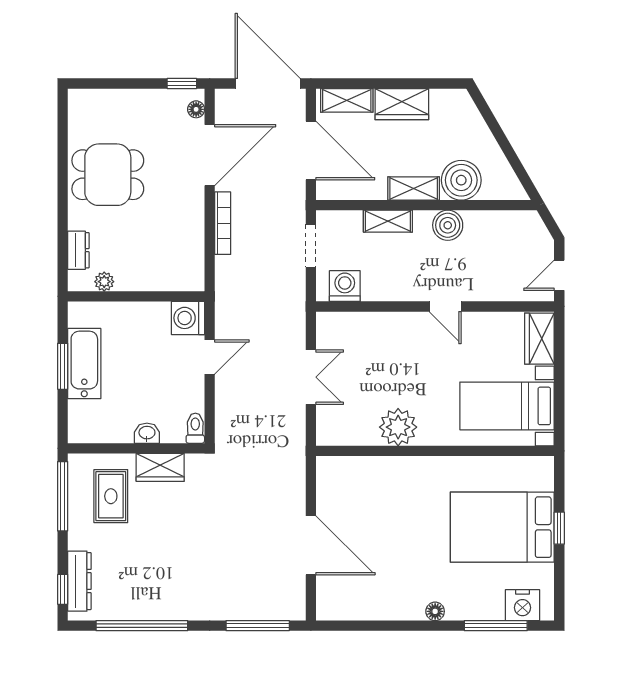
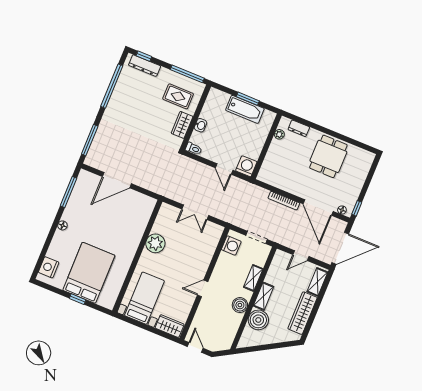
wardrobe: (402, 104) -> (303, 313), width x1.50
door: (311, 150) -> (301, 256), width x0.53
window: (496, 626) -> (68, 192), moved

